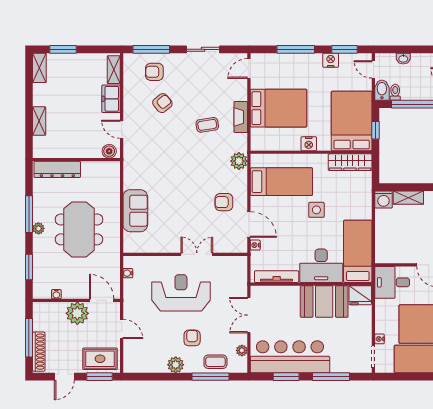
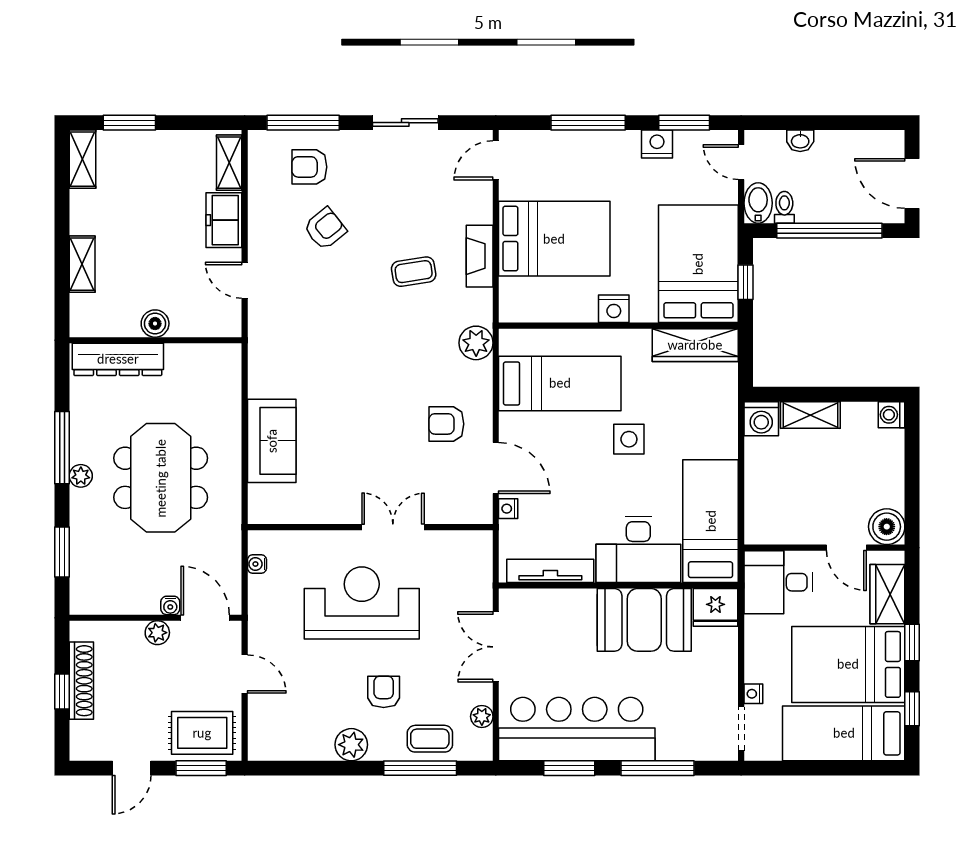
boiler: (109, 151) -> (155, 324), moved
water cooler: (56, 294) -> (170, 605), moved
plant: (77, 313) -> (157, 633), width x0.53, depth x0.53
window: (29, 338) -> (62, 692), width x0.46
shoe rack: (39, 352) -> (81, 681), moved

